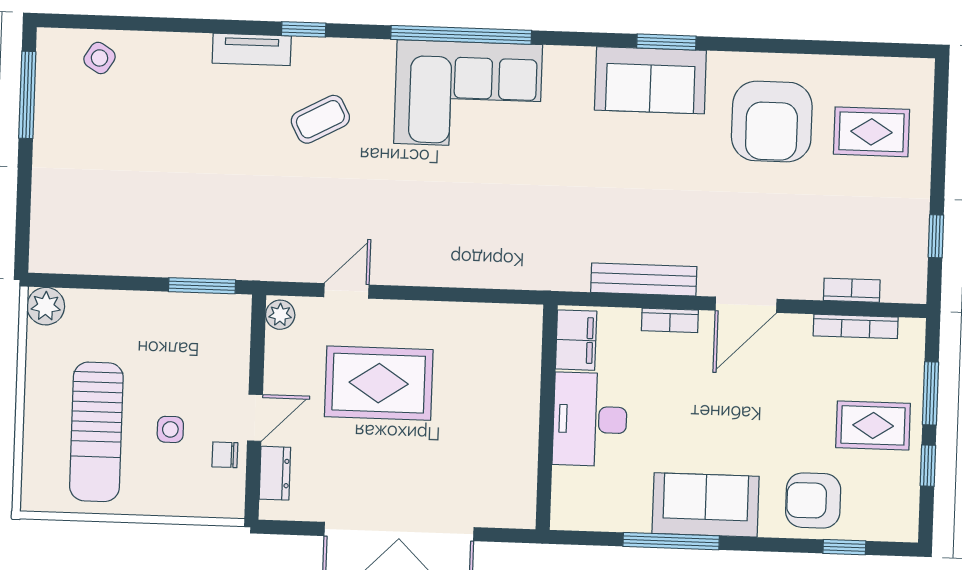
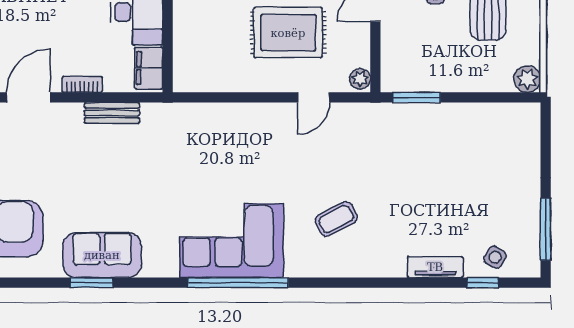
window: (304, 29) -> (483, 283), moved
tv unit: (252, 49) -> (435, 267), moved
bench: (644, 279) -> (112, 113), width x0.73

